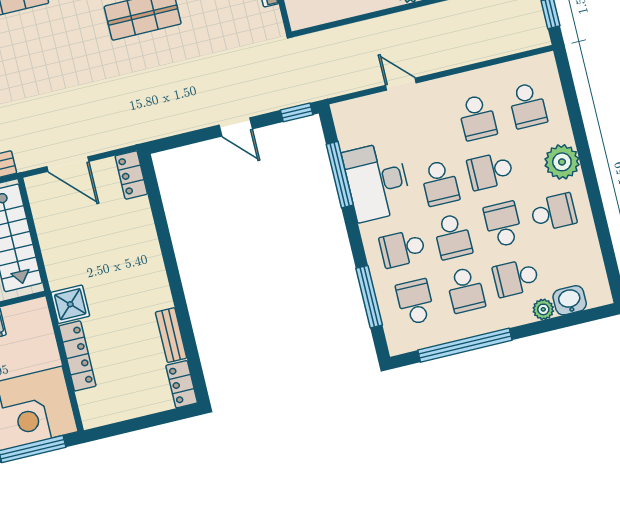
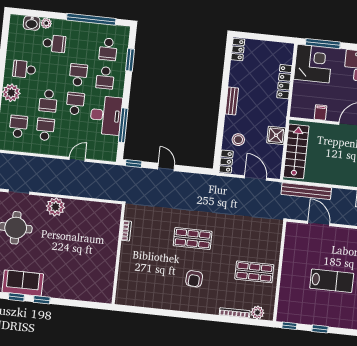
door: (401, 84) -> (77, 159), swing flipped
school desk: (490, 171) -> (48, 101), turned 90
stool: (123, 222) -> (238, 140), added
school desk: (503, 224) -> (51, 72), removed
school desk: (402, 249) -> (105, 78), turned 90
school desk: (466, 290) -> (81, 46), removed
window: (369, 297) -> (130, 60), width x0.69
shower: (70, 304) -> (276, 135), moved
bench: (171, 335) -> (232, 101), moved

